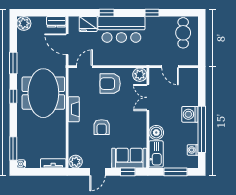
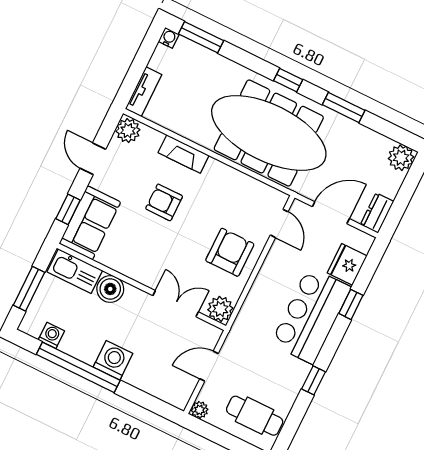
plant: (193, 61) -> (200, 410), added
meeting table: (43, 93) -> (269, 133), width x1.36
fireplace: (74, 109) -> (184, 154), moved

